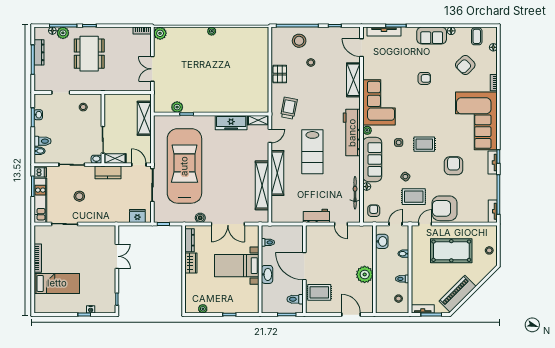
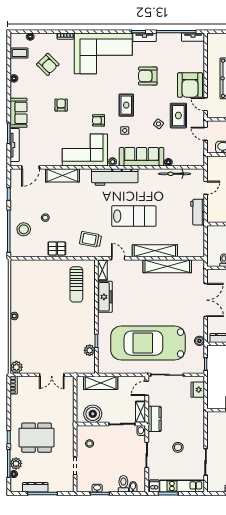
sofa: (432, 35) -> (19, 113), moved
sun lounger: (244, 94) -> (76, 284), added
boiler: (113, 110) -> (93, 414), added
armchair: (374, 211) -> (98, 120), moved
boiler: (200, 218) -> (199, 341), moved

